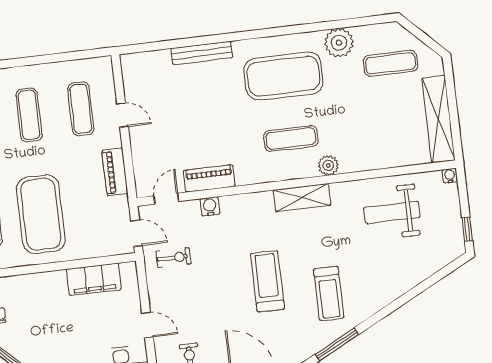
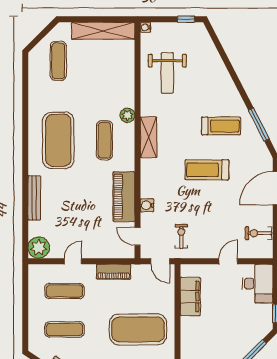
plant: (339, 43) -> (39, 248), moved
piano: (209, 178) -> (124, 197), width x1.37, depth x1.33
door: (137, 233) -> (160, 261), swing flipped

